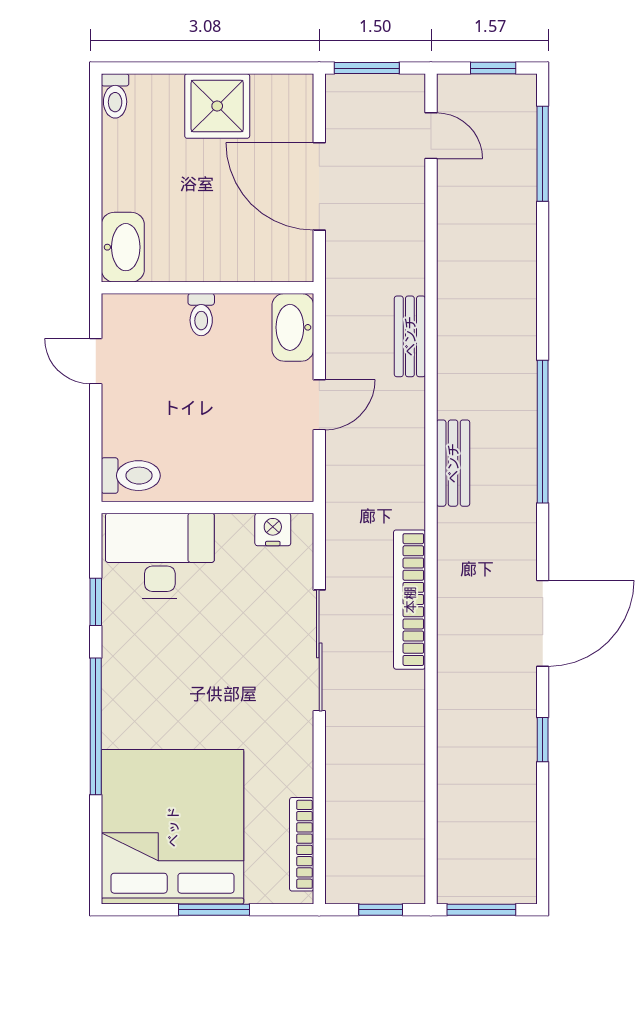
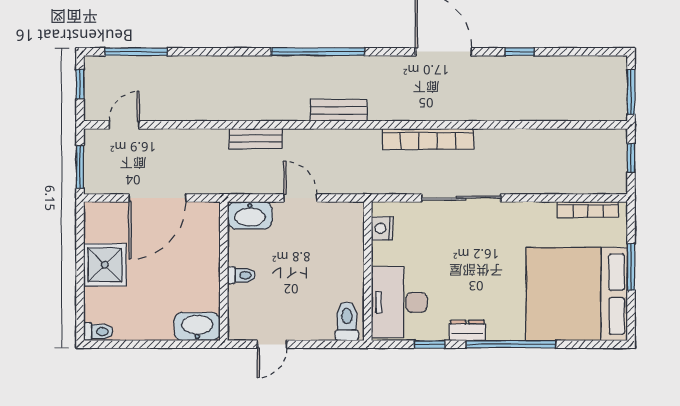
dresser: (117, 660) -> (467, 330), added

